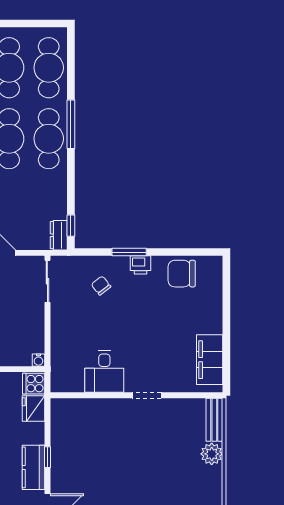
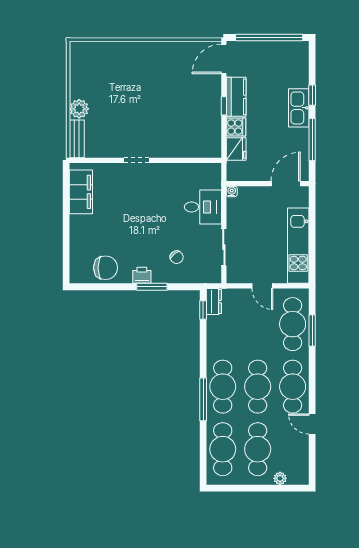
sliding door: (47, 281) -> (224, 247), moved
desk: (104, 372) -> (203, 207), moved, turned 90
cooker: (34, 384) -> (236, 127), moved

